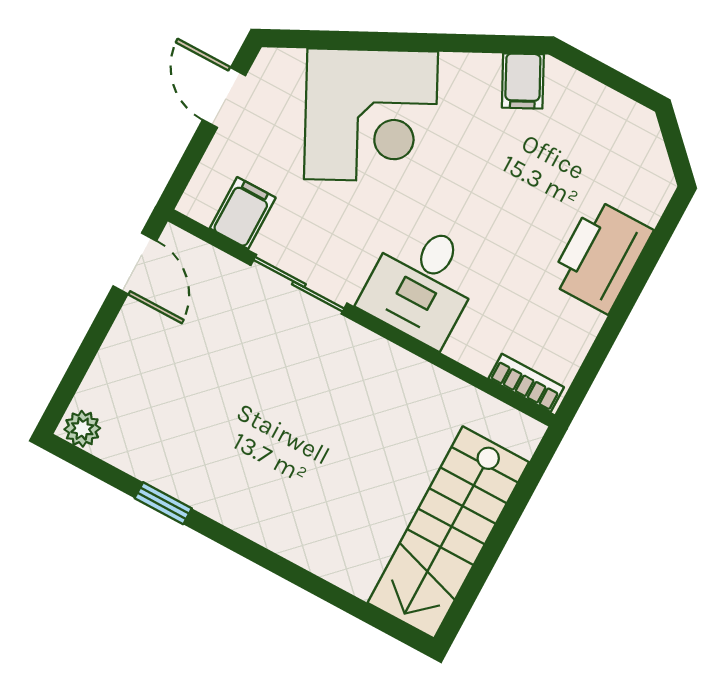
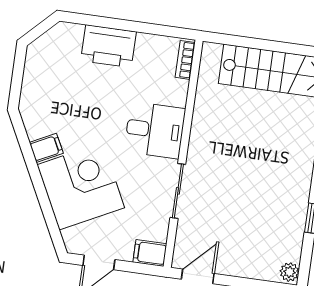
filing cabinet: (523, 81) -> (46, 148), moved
filing cabinet: (243, 213) -> (150, 253), moved

